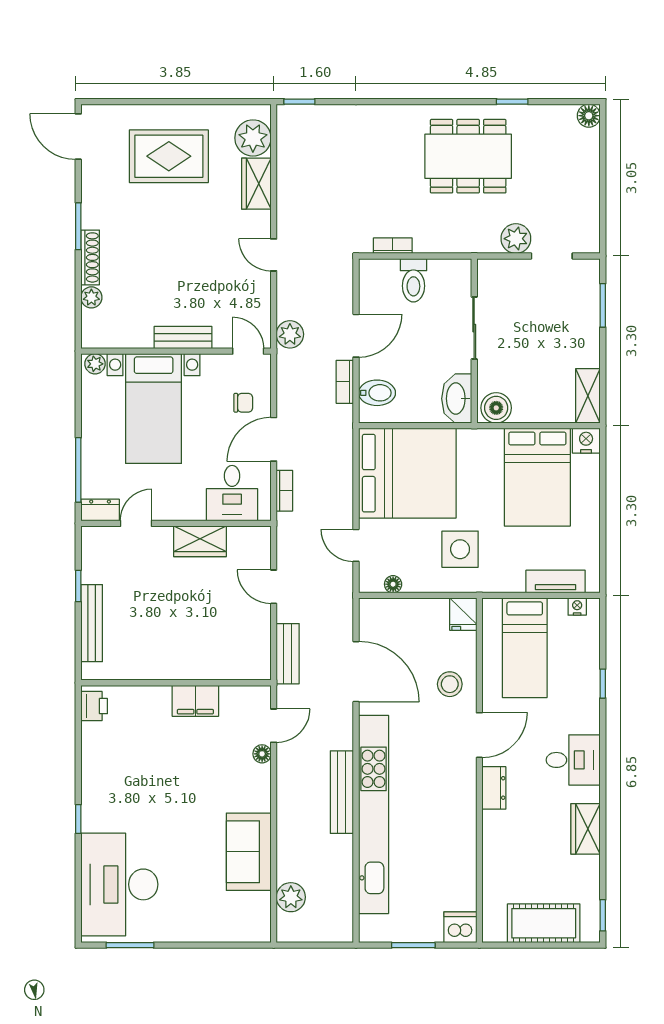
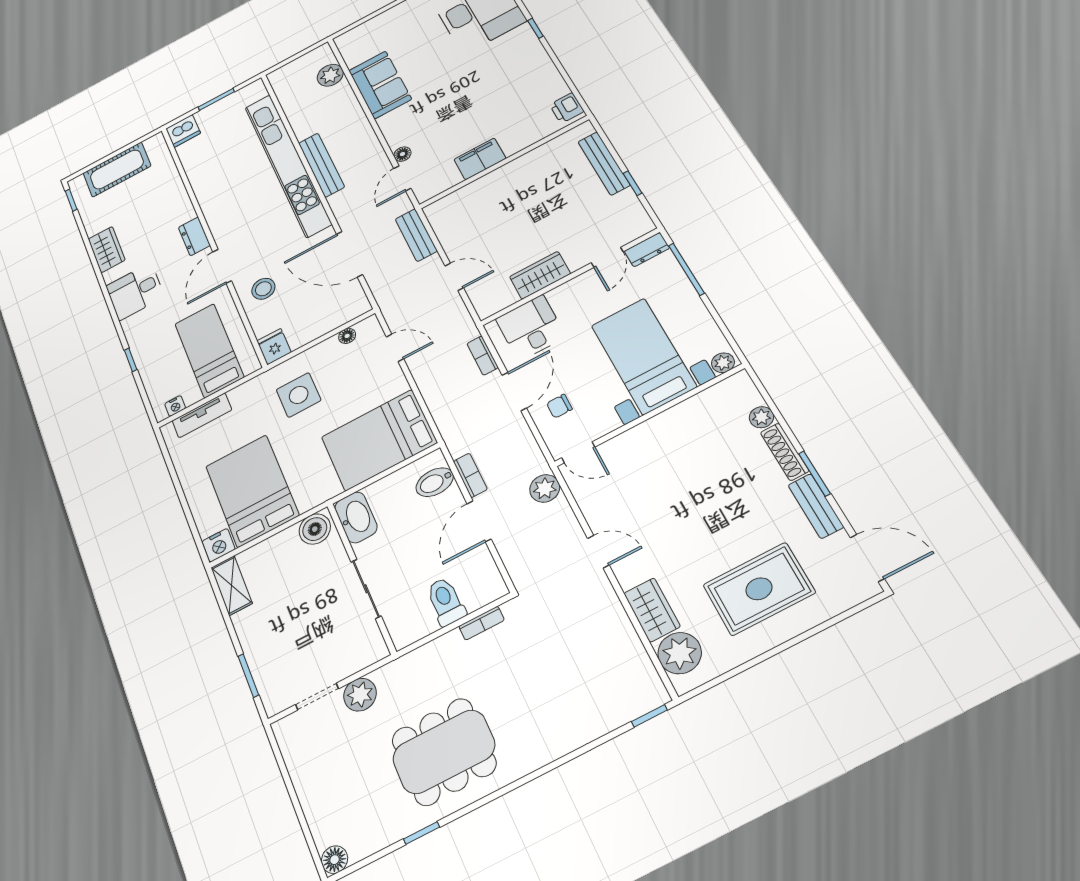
bench: (183, 337) -> (816, 506), moved, turned 90
bed: (407, 473) -> (379, 440), width x0.73

